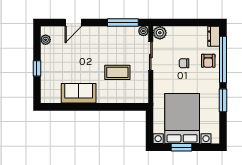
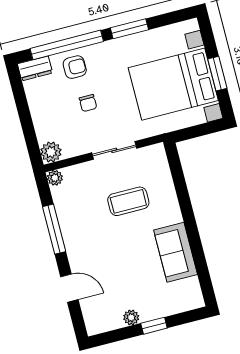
window: (123, 22) -> (54, 229), moved
plant: (46, 40) -> (131, 317), moved
sliding door: (151, 56) -> (114, 150), moved
coffee table: (117, 72) -> (128, 201), turned 90

